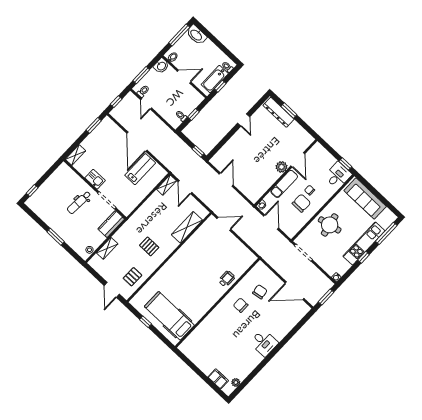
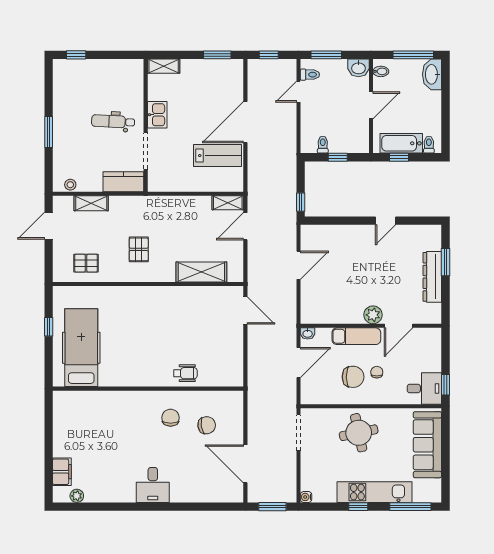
door: (184, 77) -> (371, 105), hinge flipped
dresser: (279, 112) -> (432, 277), moved
door: (112, 290) -> (49, 226), moved

